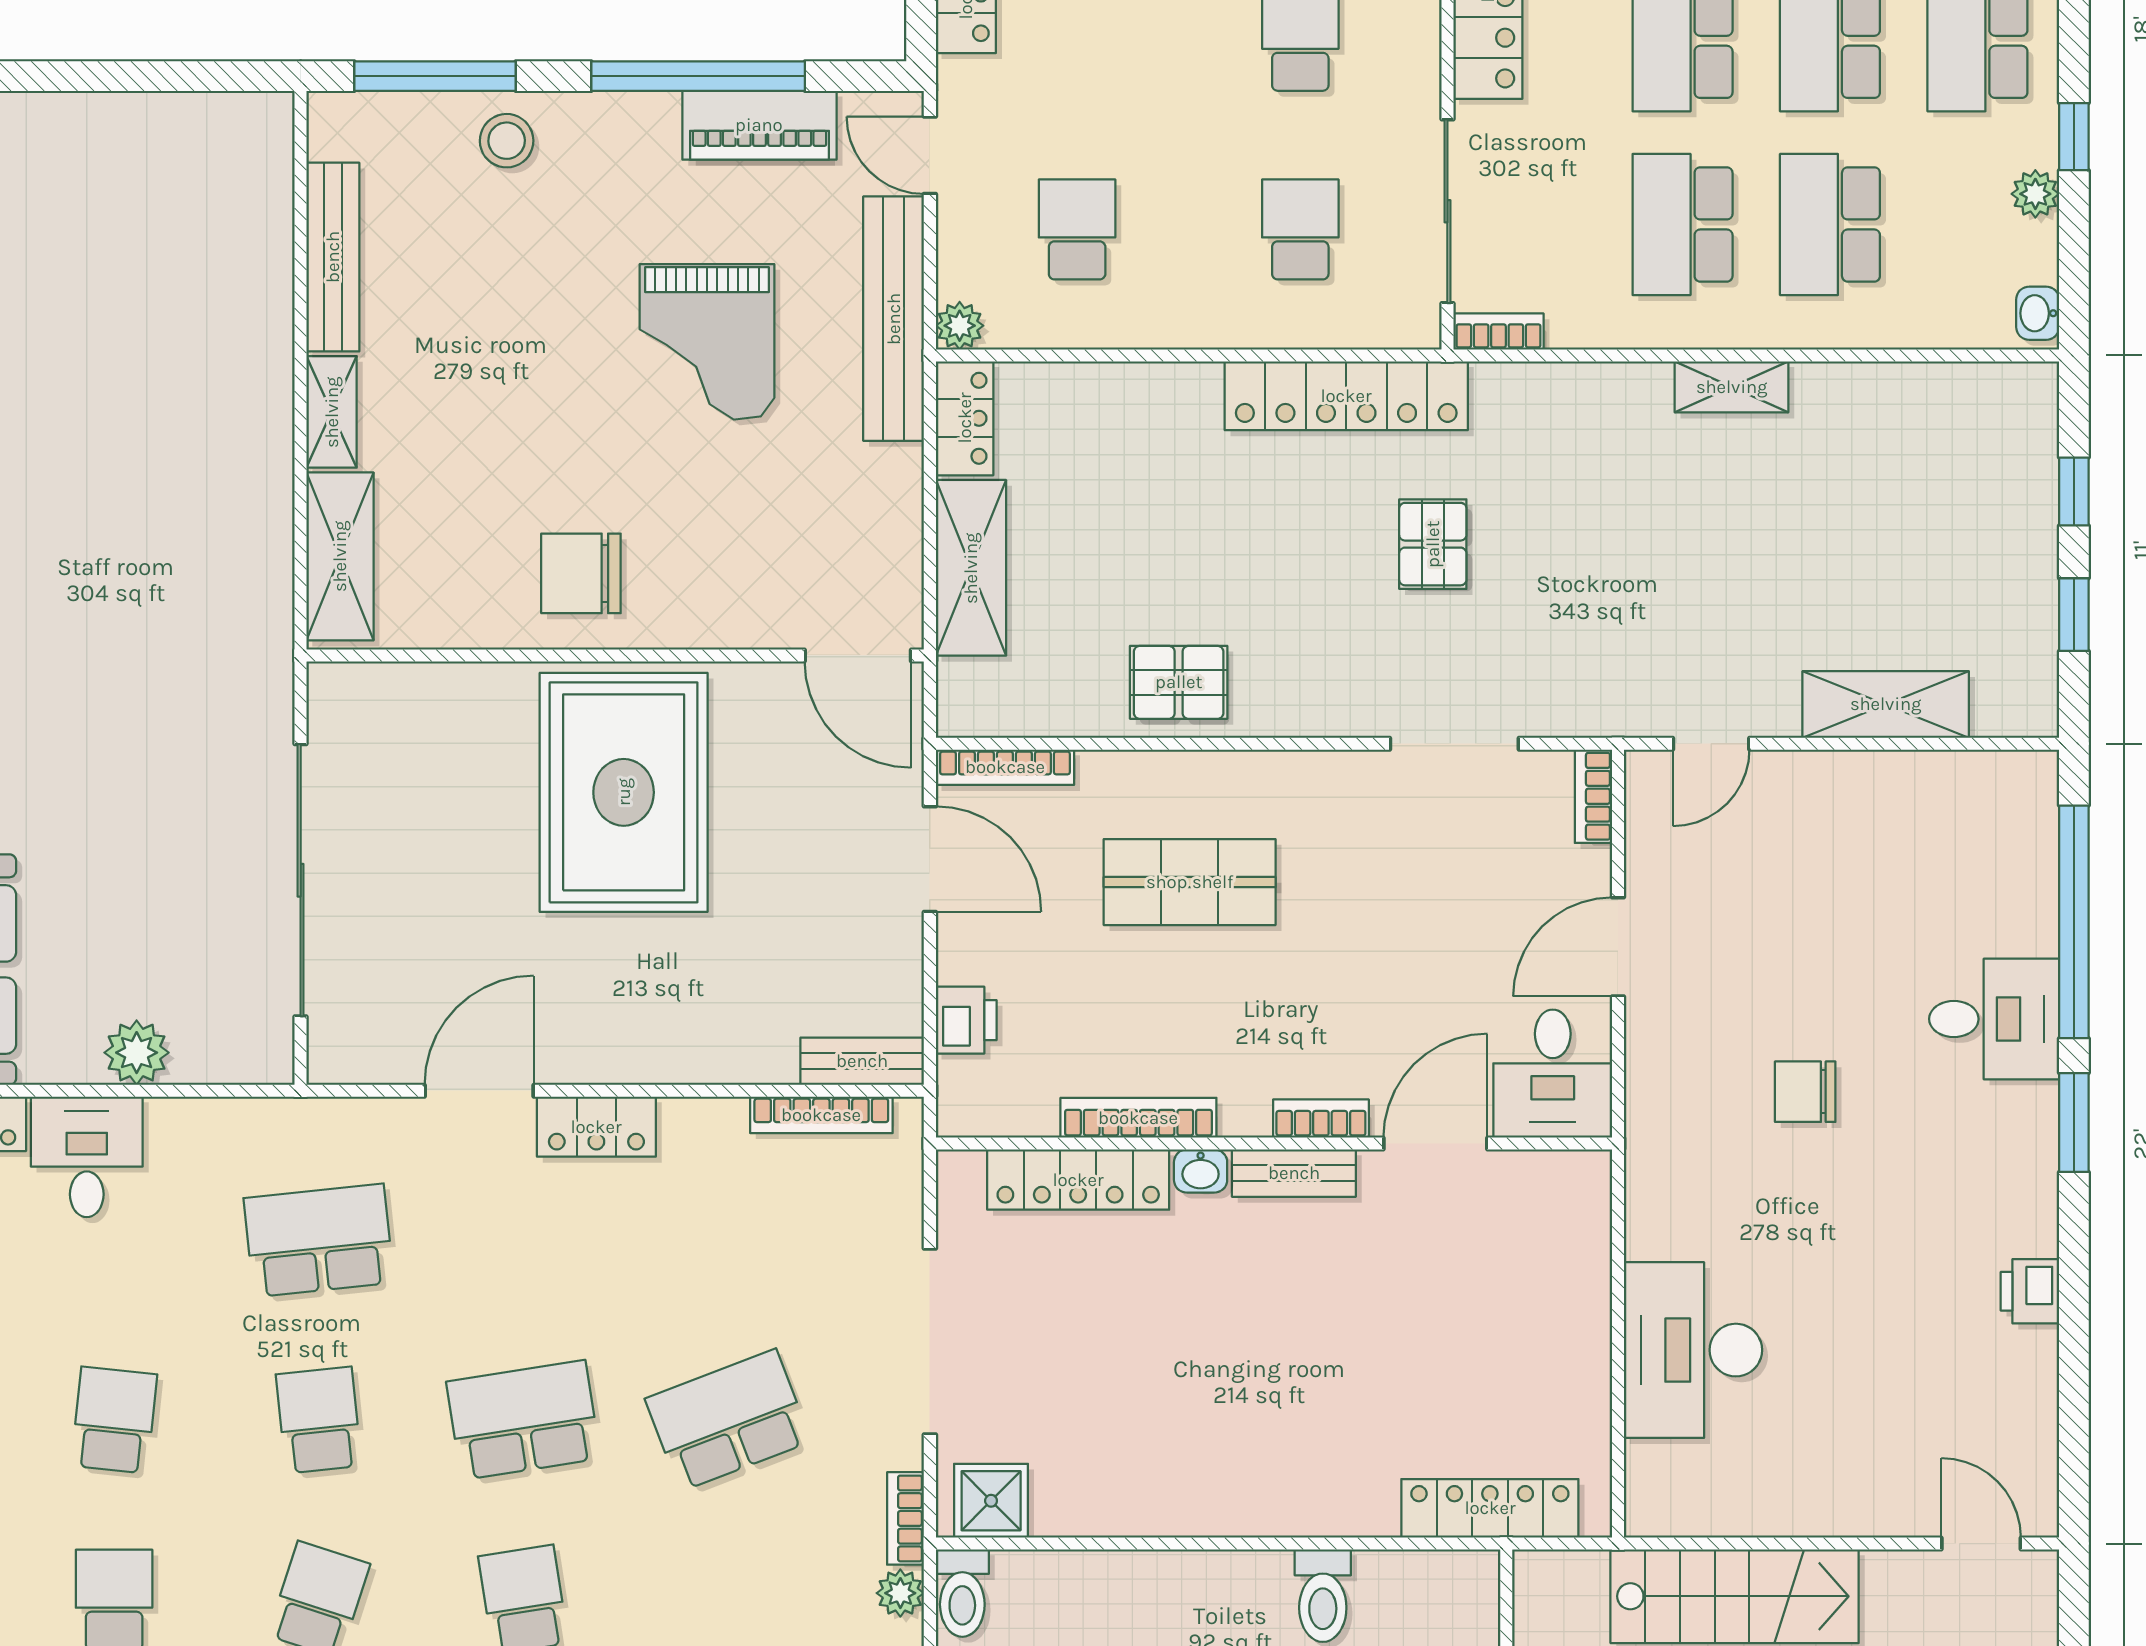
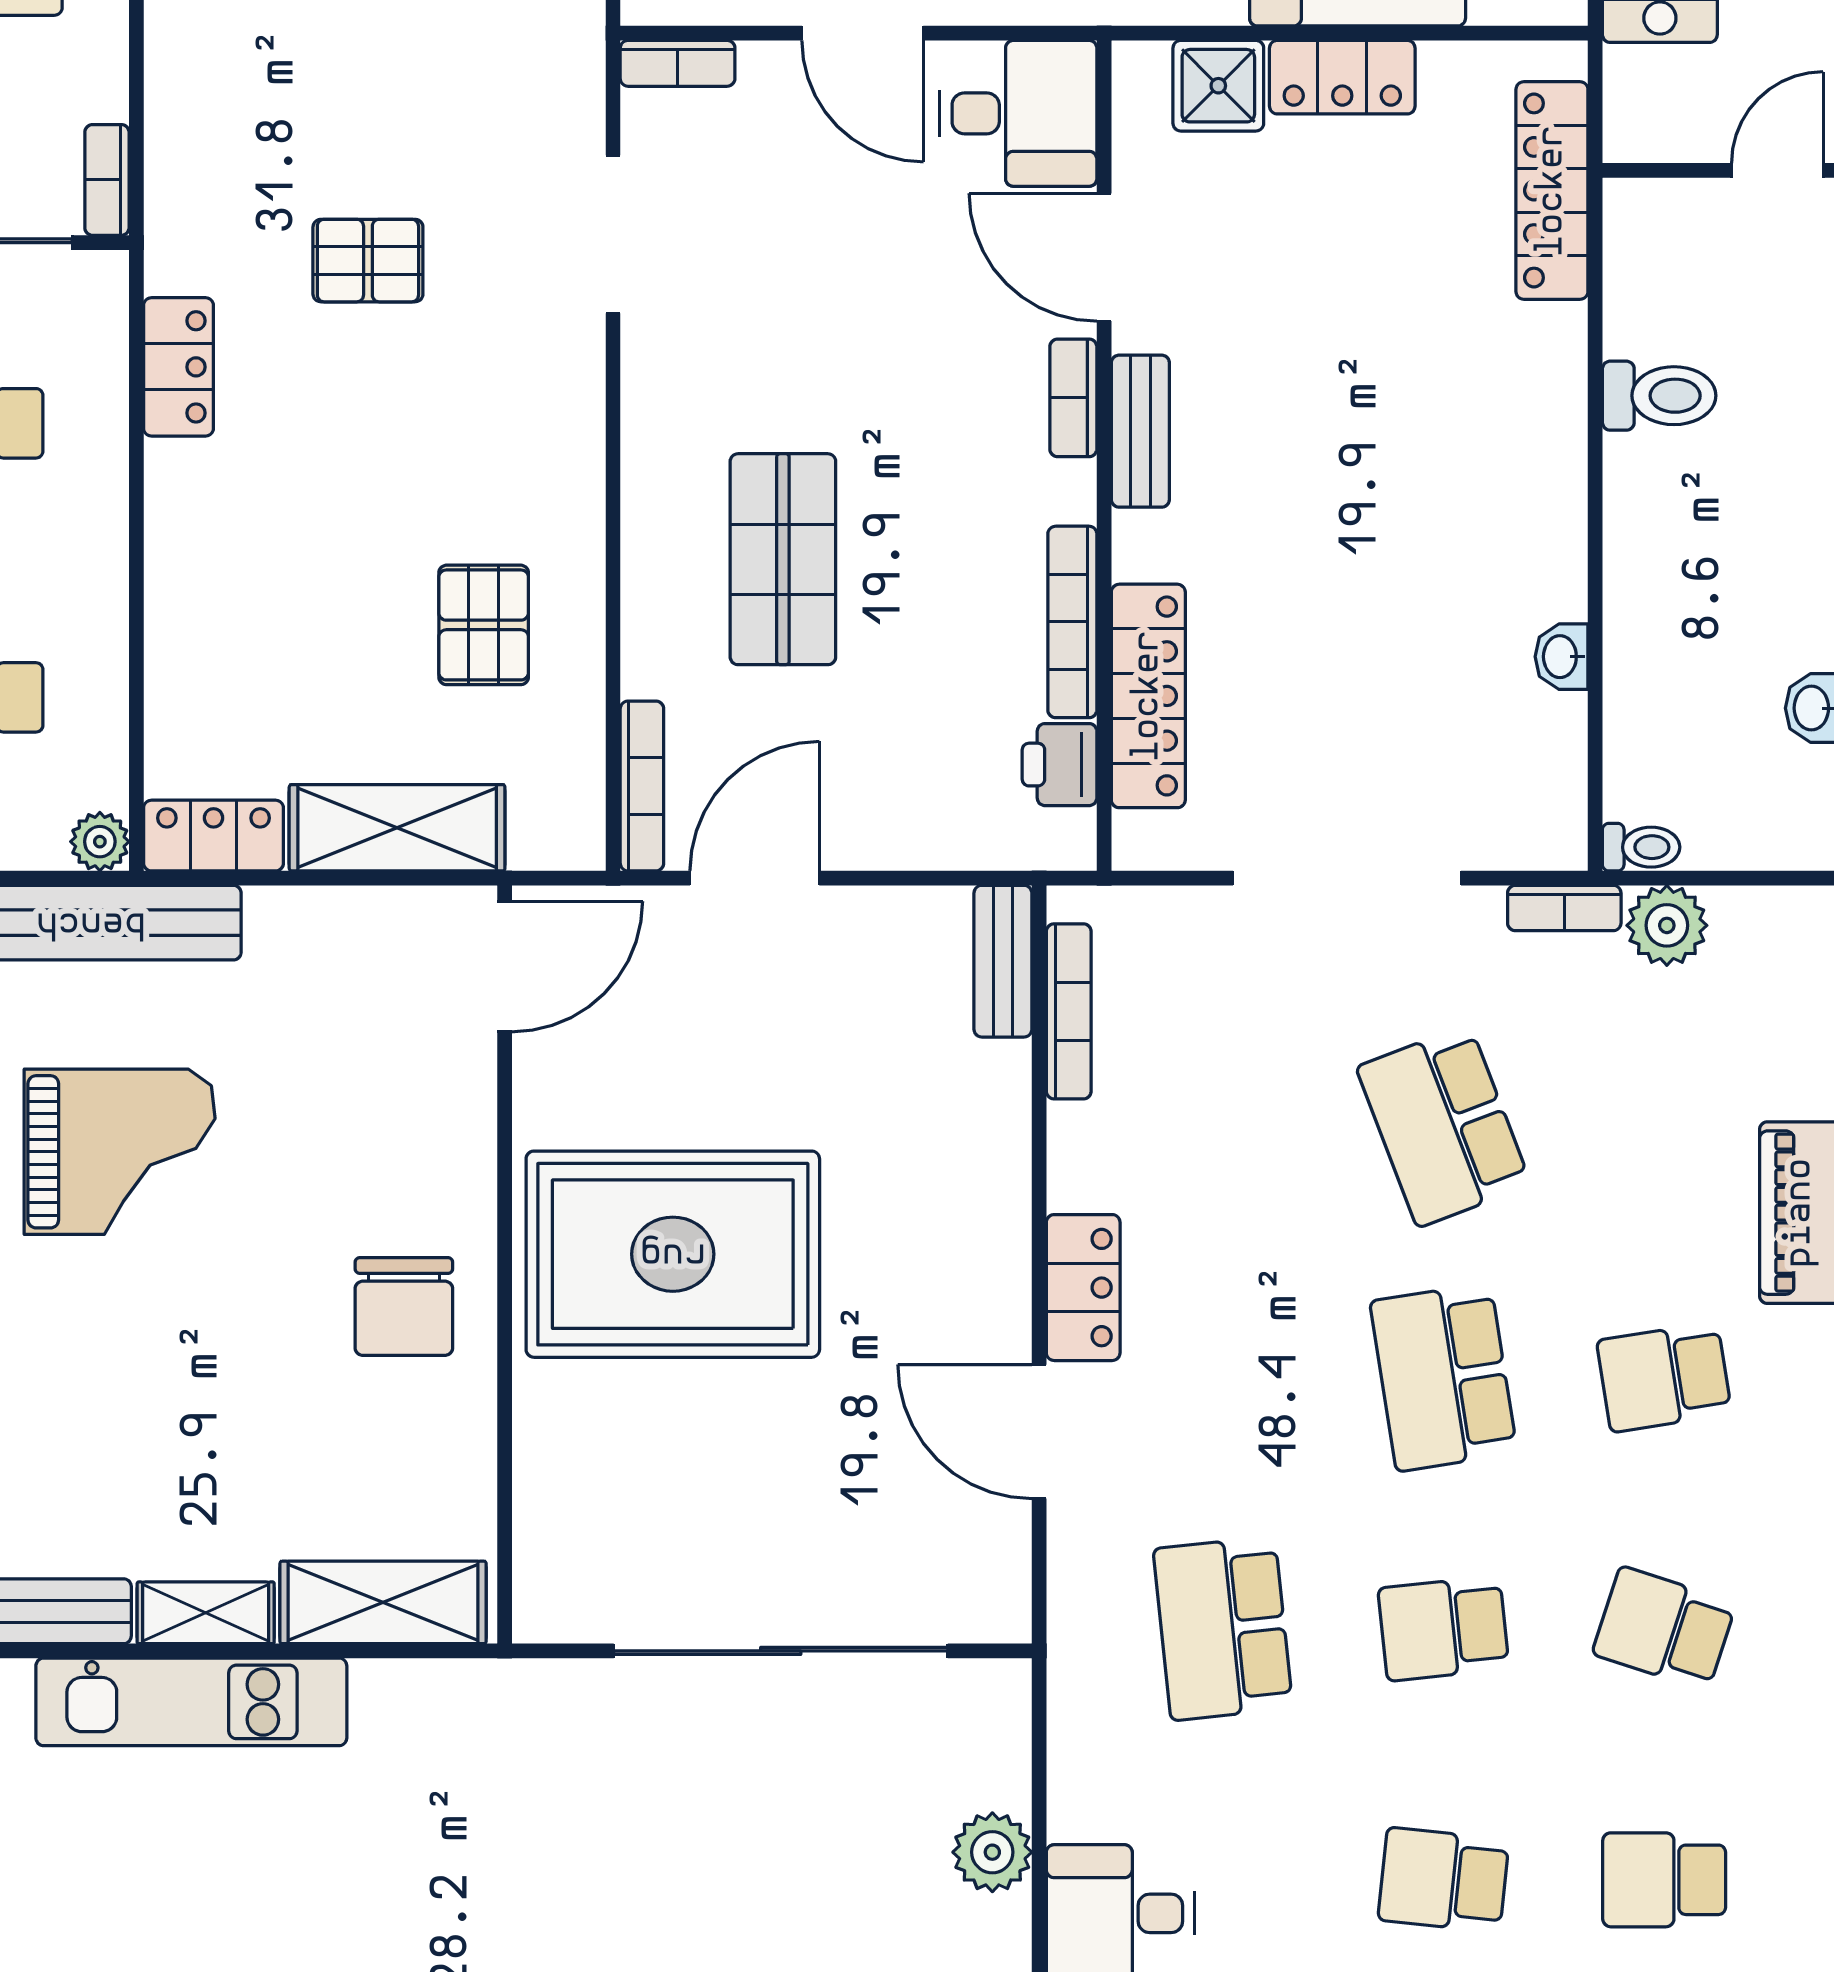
locker: (1346, 396) -> (179, 367), width x0.46, depth x0.83
kitchen unit: (259, 400) -> (191, 1702), added
pallet: (1179, 682) -> (484, 625), moved
printer: (966, 1020) -> (1060, 765), moved, turned -90
washbasin: (1201, 1171) -> (1561, 657), moved, turned 180
locker: (1582, 1338) -> (1342, 77), added
shower: (991, 1501) -> (1218, 86), moved
plant: (900, 1593) -> (1667, 925), width x1.38, depth x1.38
toilet: (962, 1593) -> (1641, 847), width x0.73, depth x0.72

